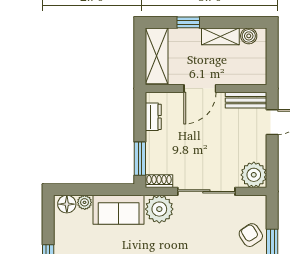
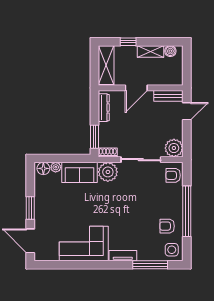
dresser: (153, 117) -> (104, 108), width x1.44
armchair: (251, 235) -> (173, 175), moved, turned -57

